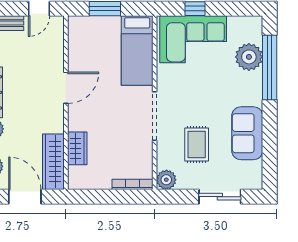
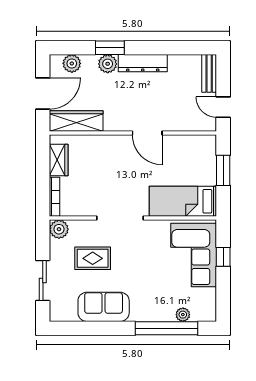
plant: (249, 57) -> (183, 315), width x0.53, depth x0.53
wardrobe: (77, 148) -> (59, 160), moved, turned -90

